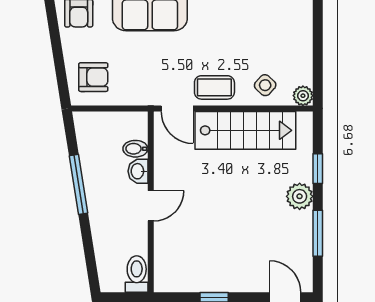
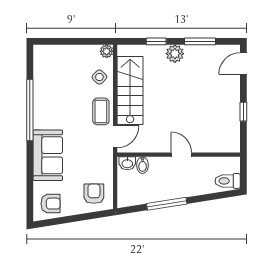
washbasin: (138, 171) -> (127, 163), moved
toilet: (137, 274) -> (228, 181), moved

